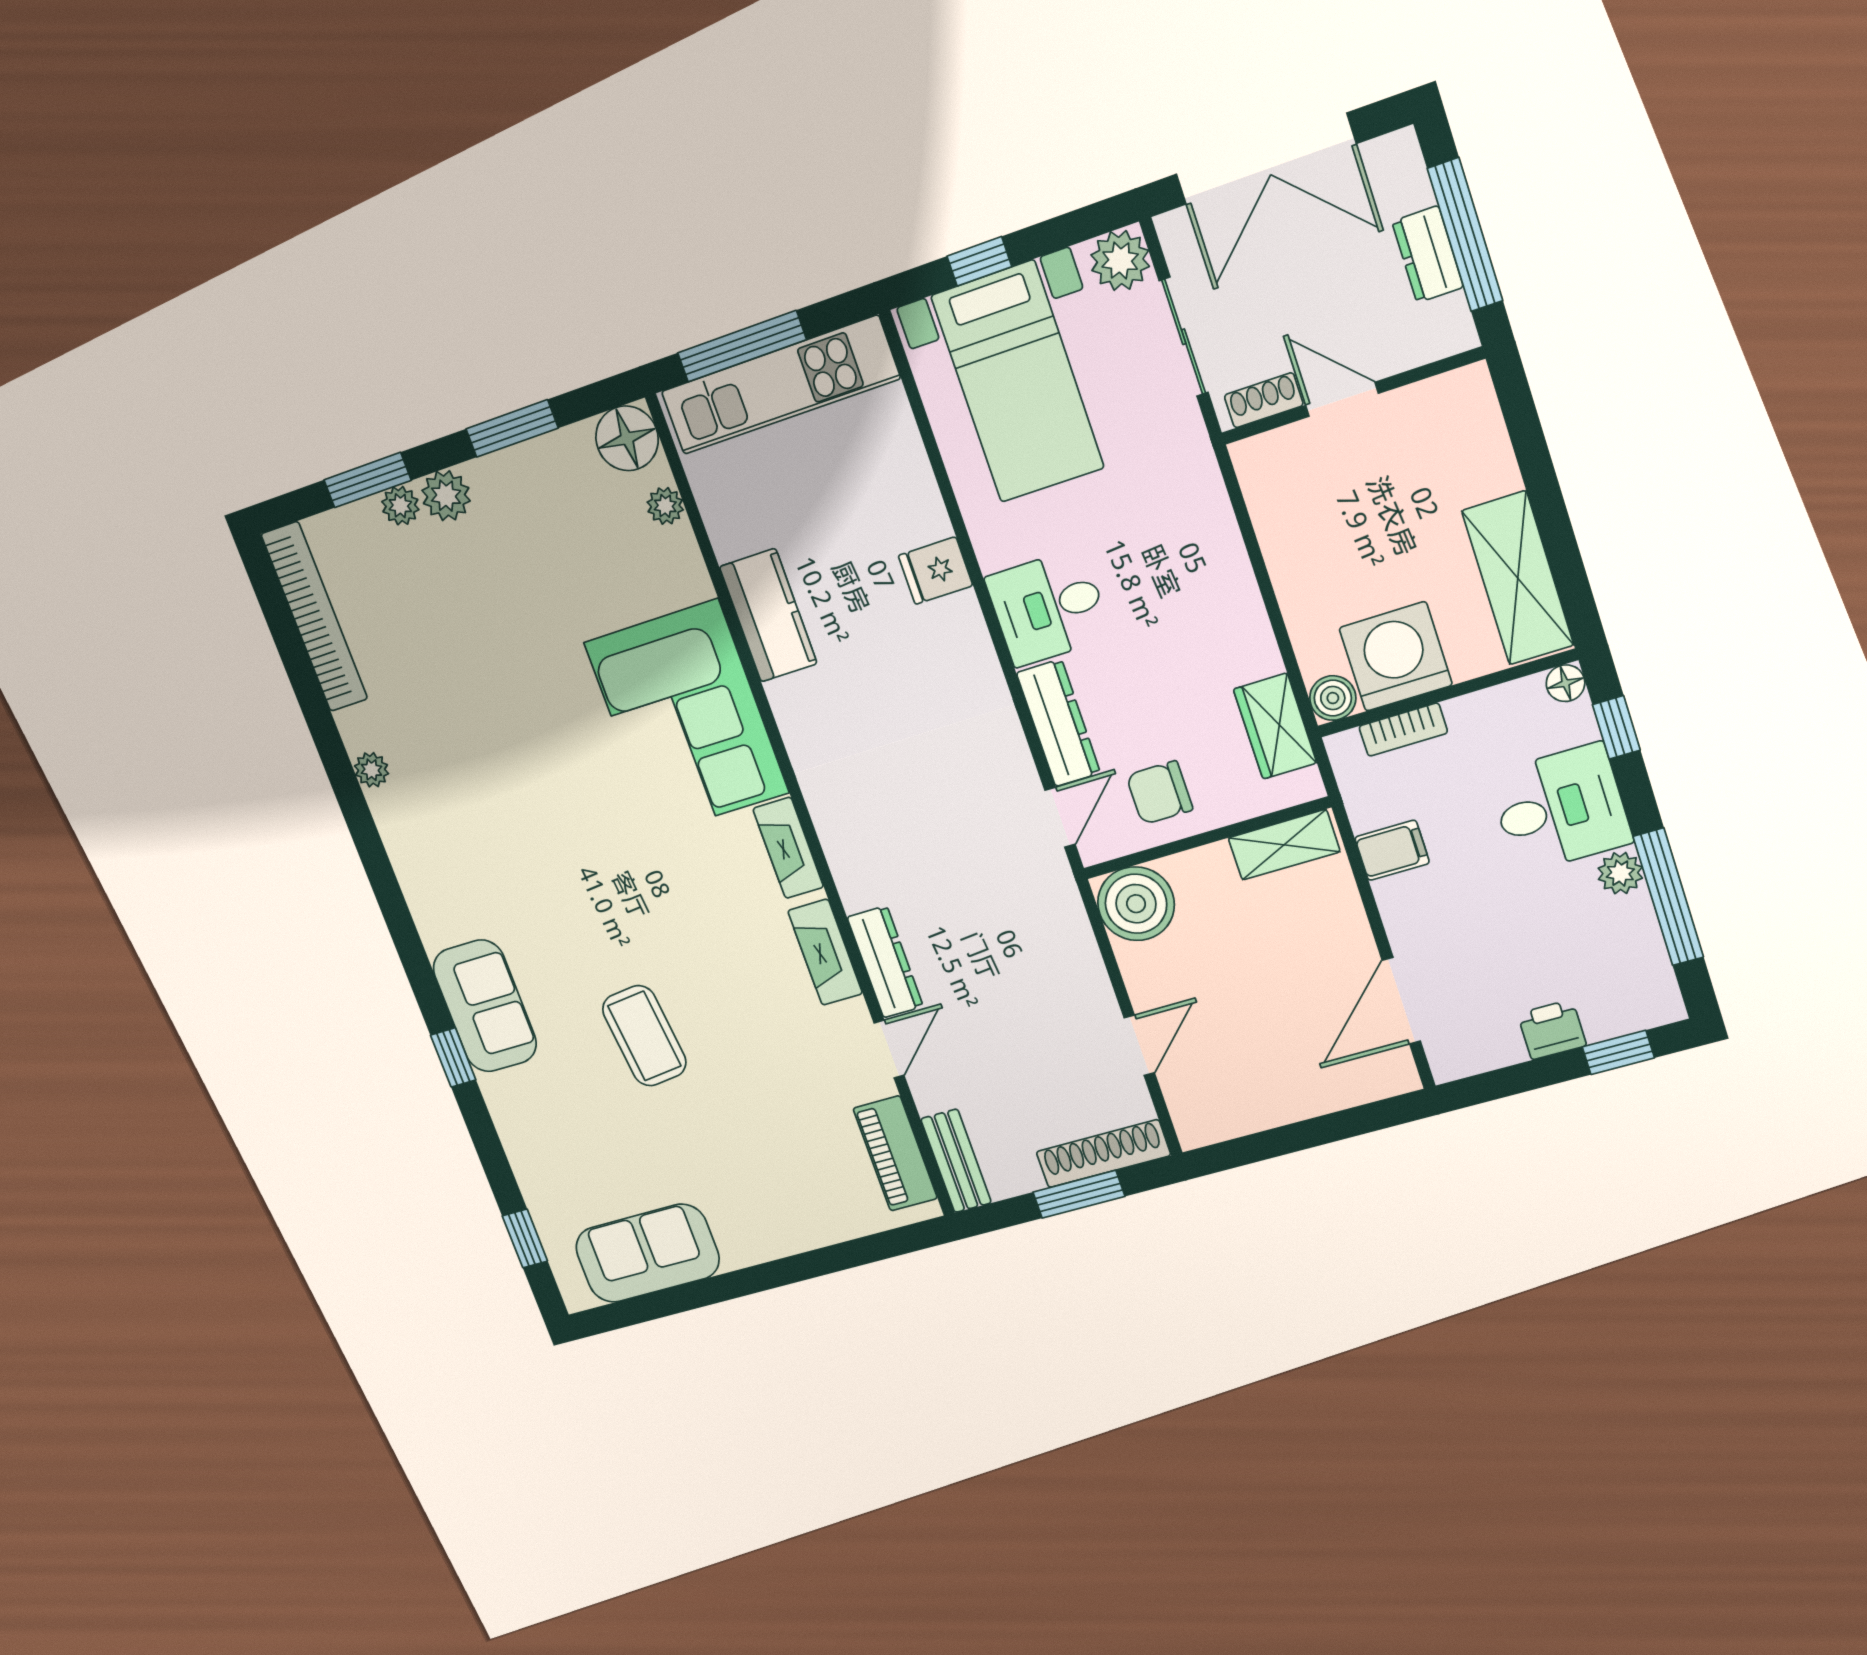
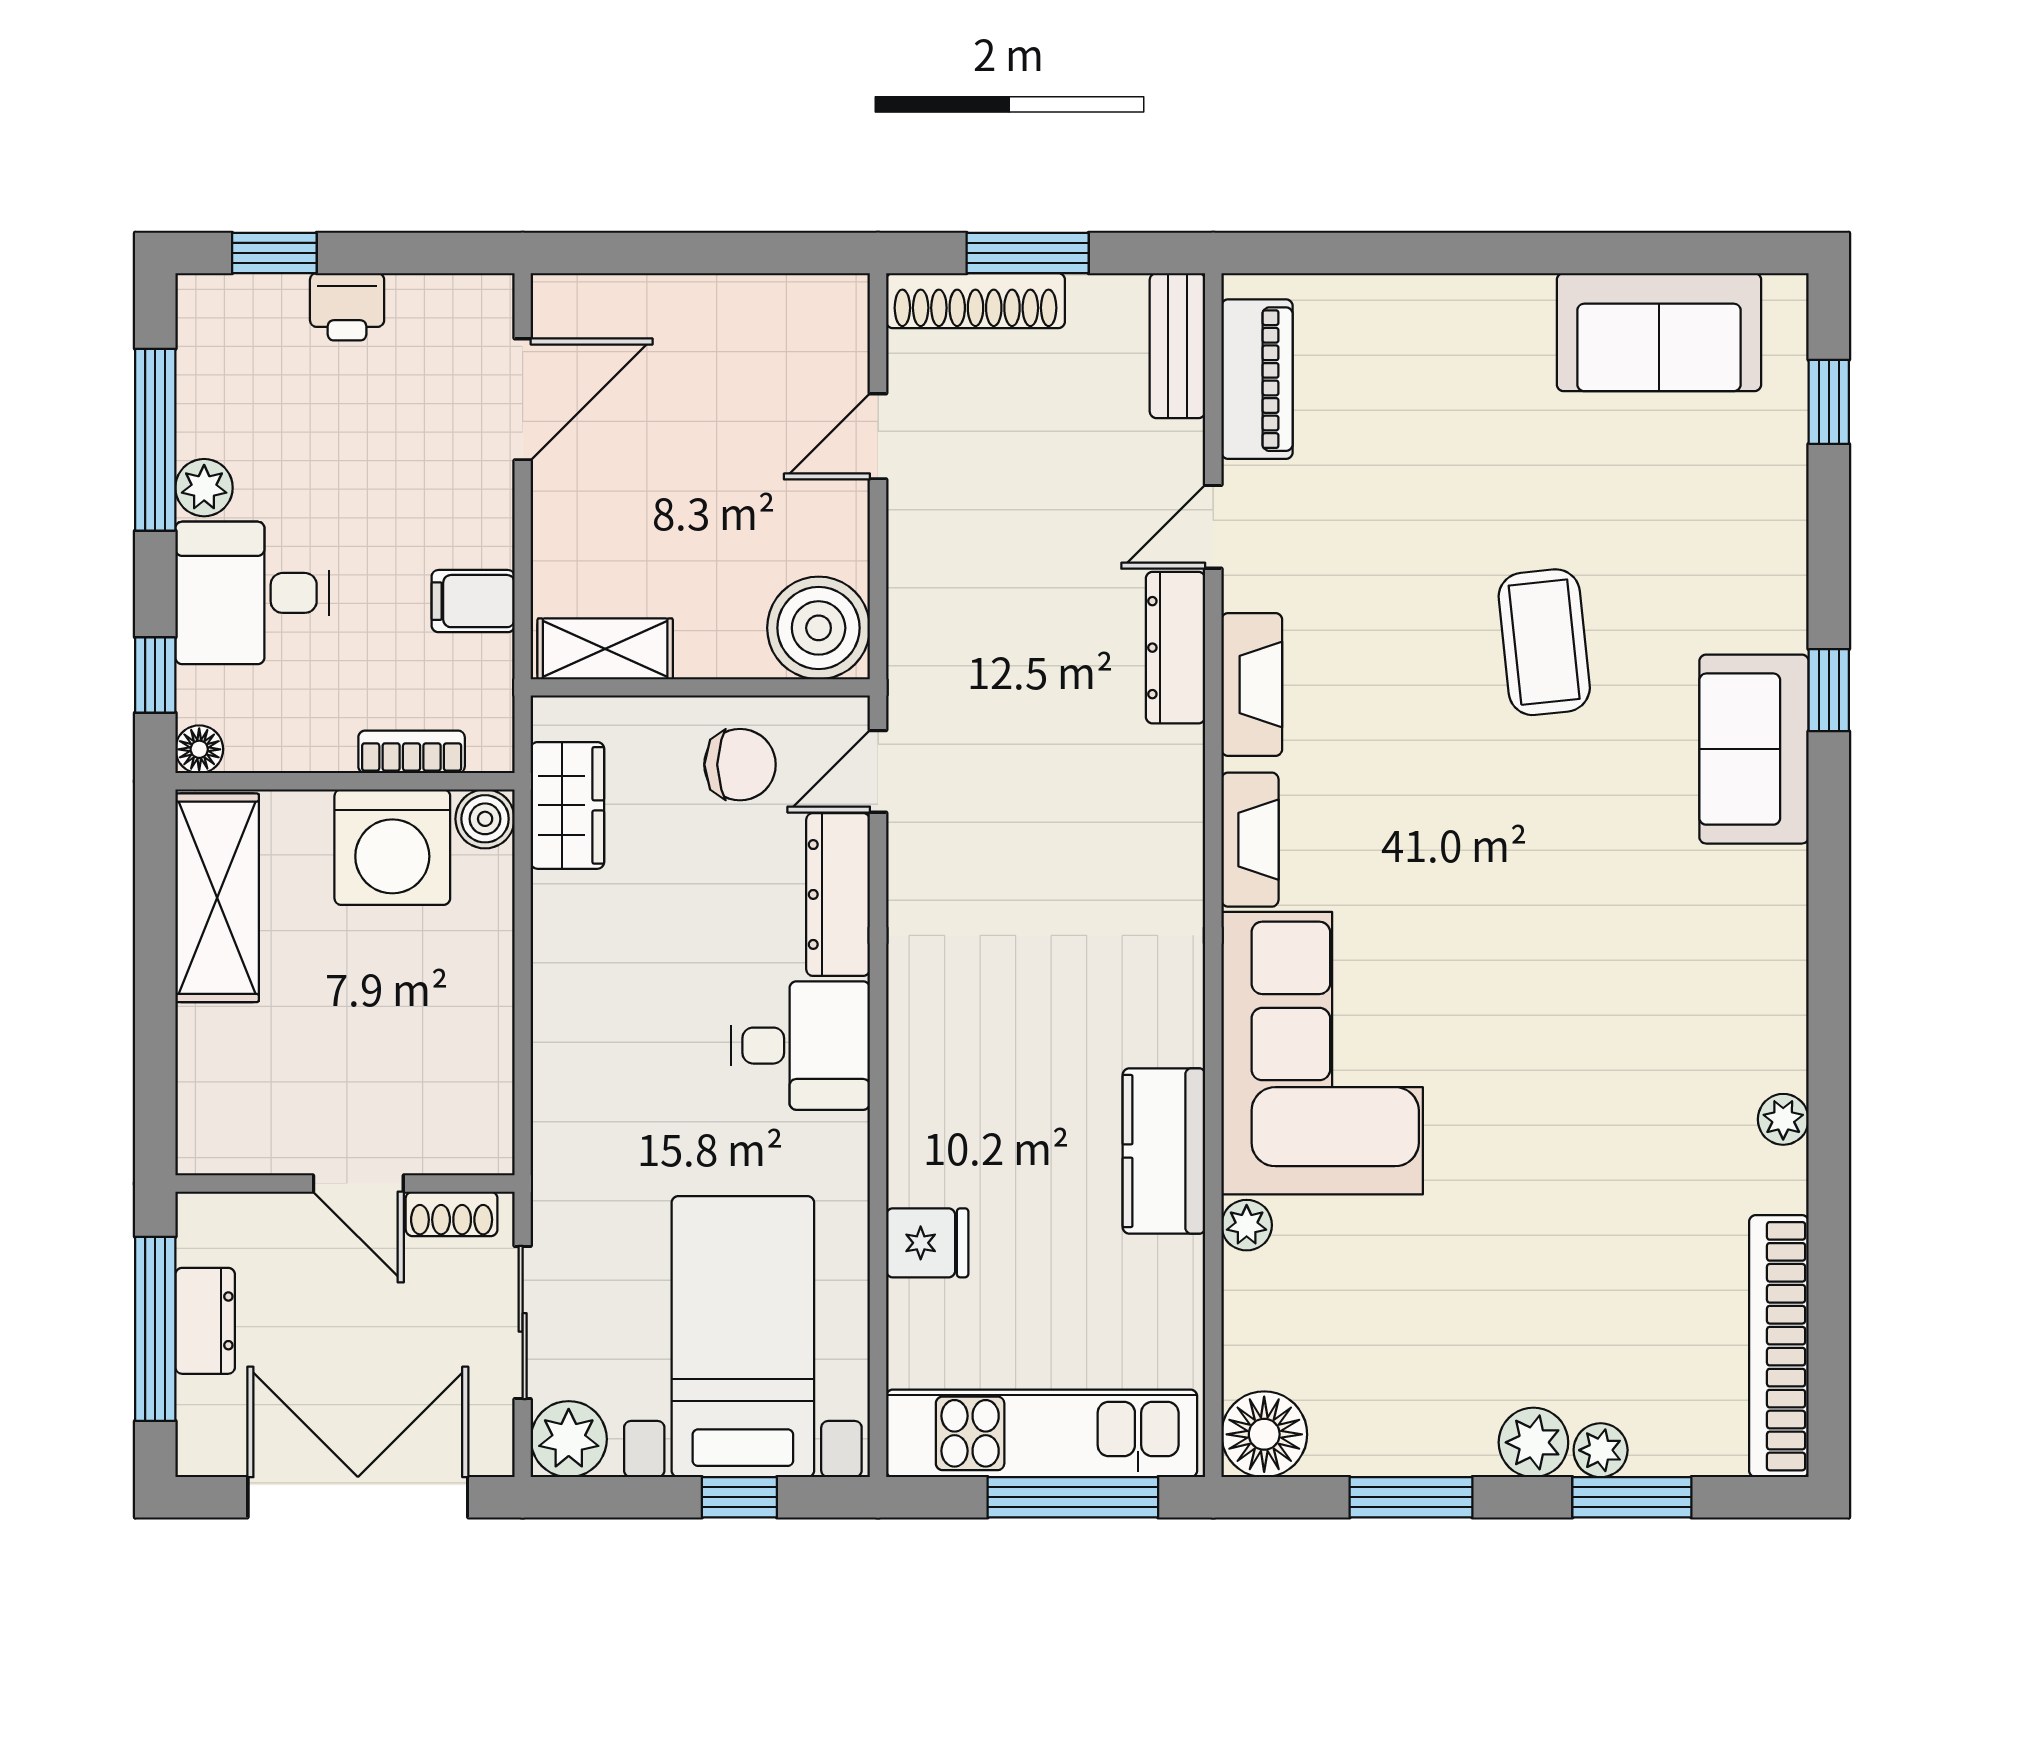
plant: (665, 506) -> (1247, 1225), moved
fridge: (936, 571) -> (927, 1243), moved

